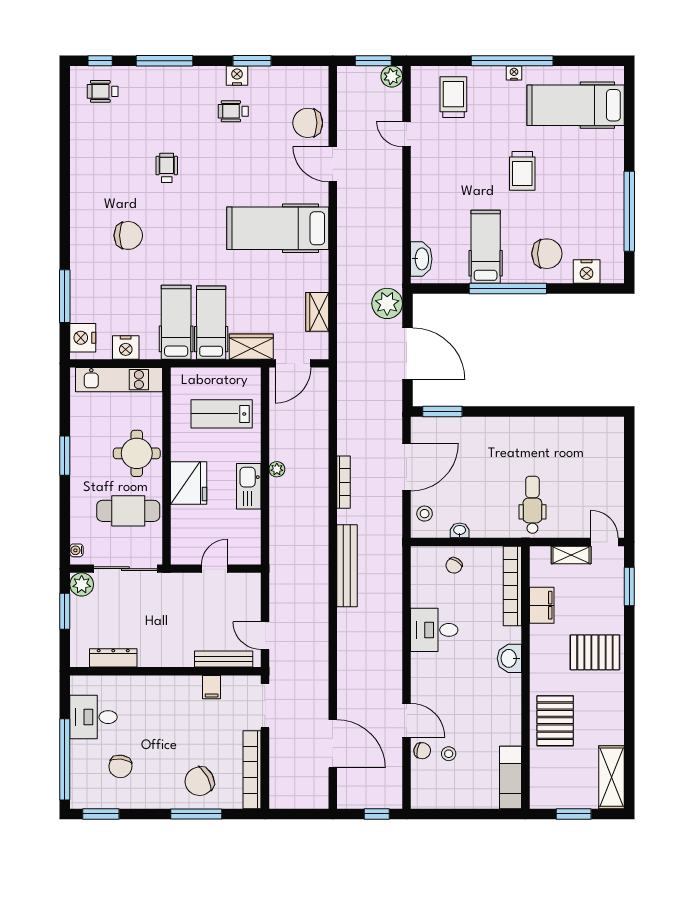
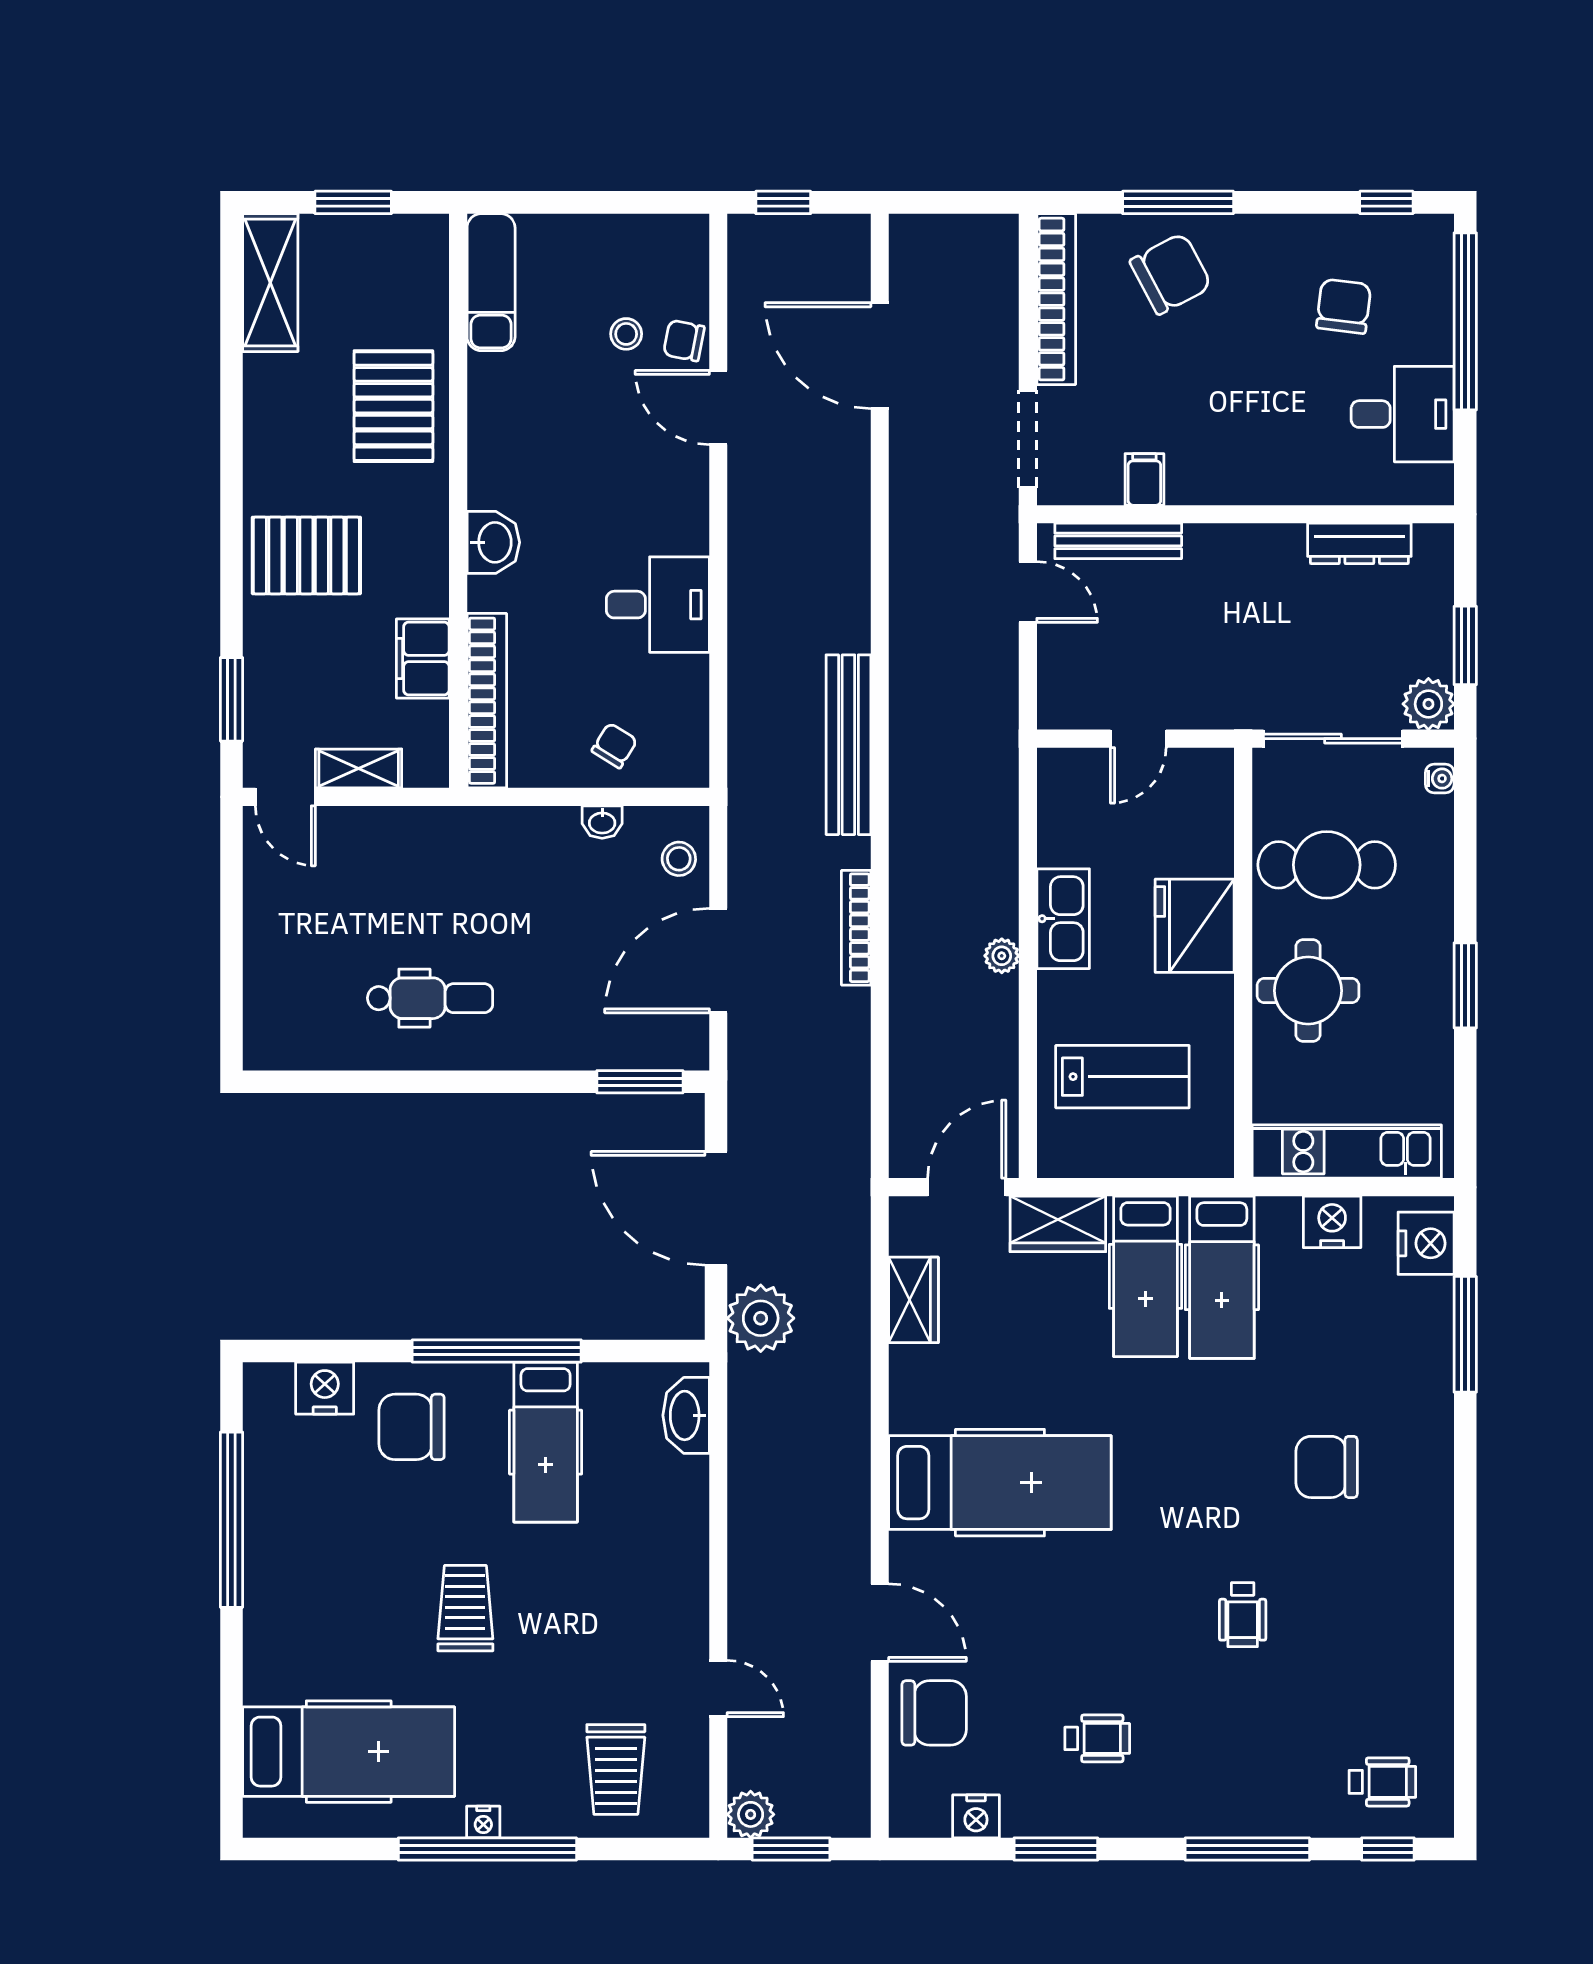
nightstand: (237, 76) -> (976, 1816), moved
dental chair: (532, 505) -> (430, 998), moved, turned -90
window: (101, 814) -> (1386, 202), width x0.67

